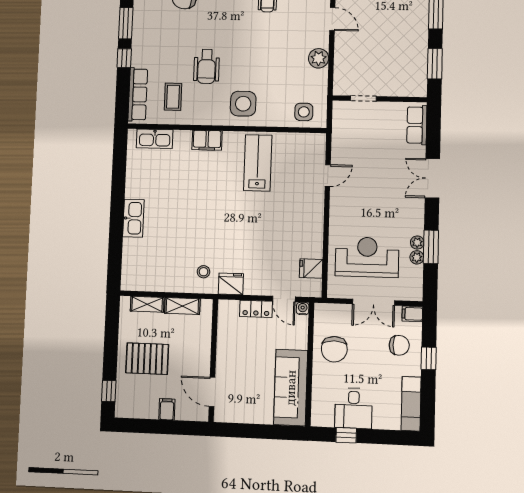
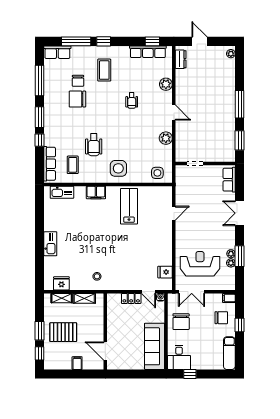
fridge: (231, 284) -> (61, 283), moved
double door: (373, 302) -> (192, 292), moved
window: (110, 355) -> (40, 331), added
desk: (354, 408) -> (179, 357), moved

